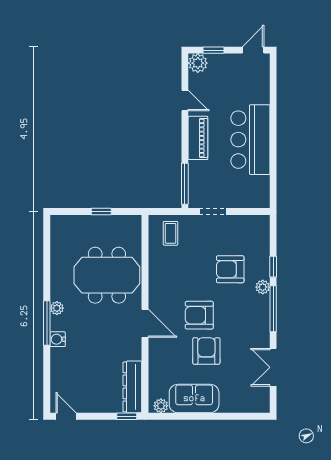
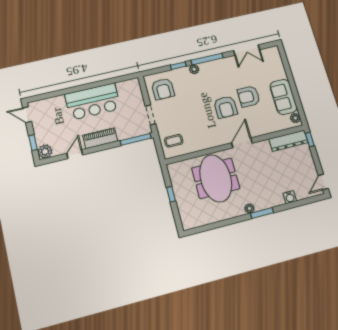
armchair: (230, 269) -> (163, 89), moved
window: (47, 323) -> (262, 213), width x0.69
water cooler: (58, 339) -> (290, 197), moved

